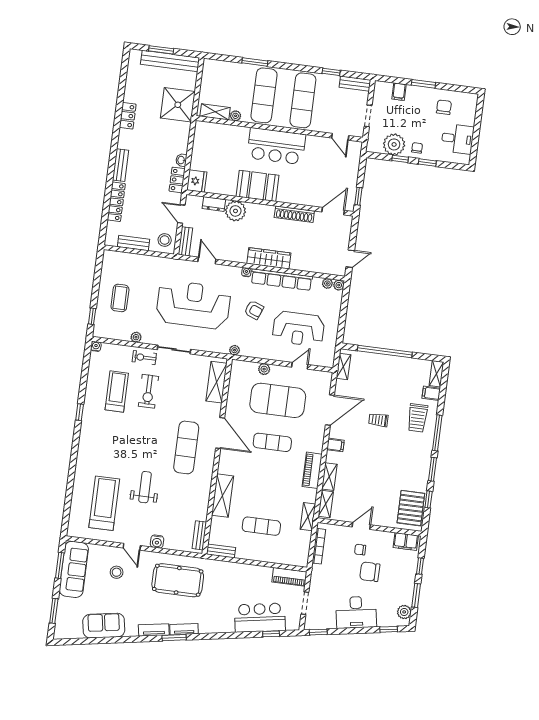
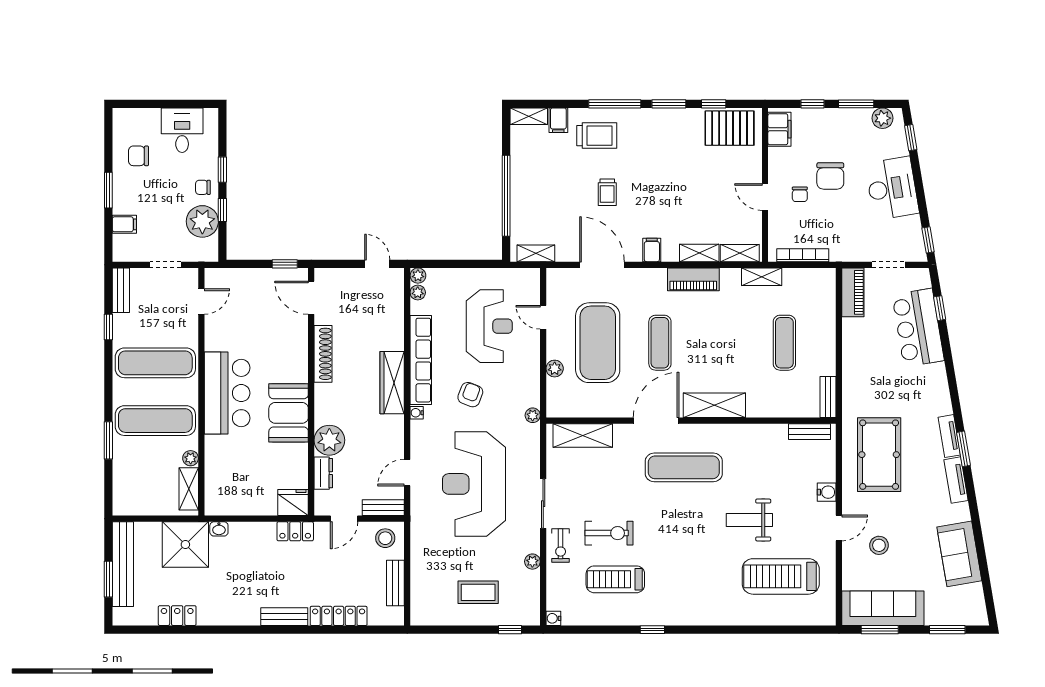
locker: (128, 116) -> (177, 616), moved
washbasin: (181, 160) -> (219, 529), moved
shelving: (222, 496) -> (714, 405), moved

